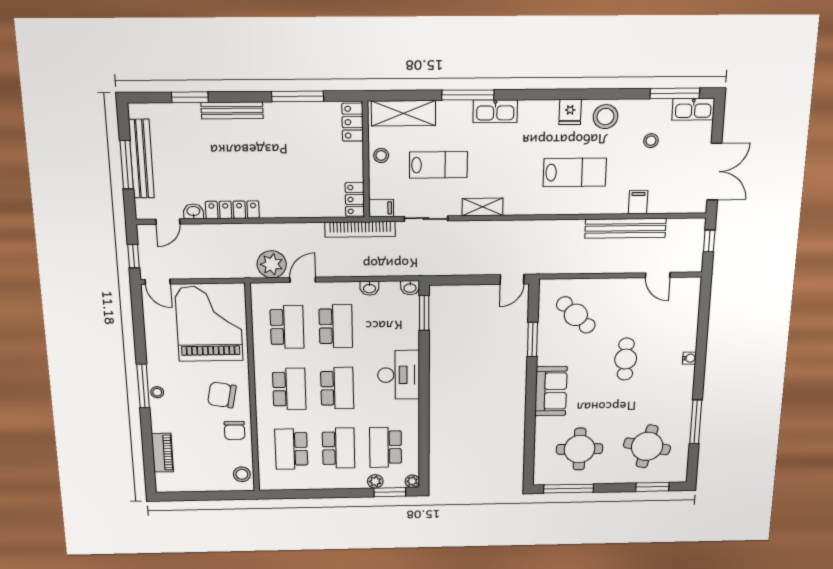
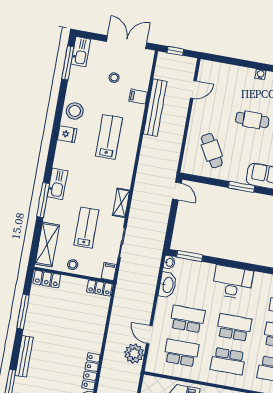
stool: (651, 141) -> (114, 78), moved
bookcase: (360, 229) -> (121, 289), removed
washbasin: (369, 288) -> (168, 285), width x1.91, depth x1.45
cafe table: (576, 315) -> (212, 151), turned -75
window: (532, 339) -> (241, 187), moved
school desk: (289, 389) -> (228, 361), turned 180

